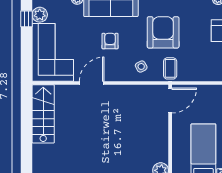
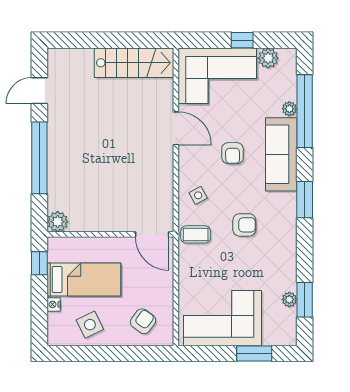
window: (26, 19) -> (242, 40), moved
armchair: (163, 32) -> (244, 225), width x0.53, depth x0.53
armchair: (110, 41) -> (233, 153), turned 89

